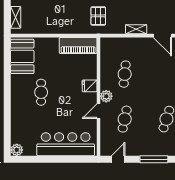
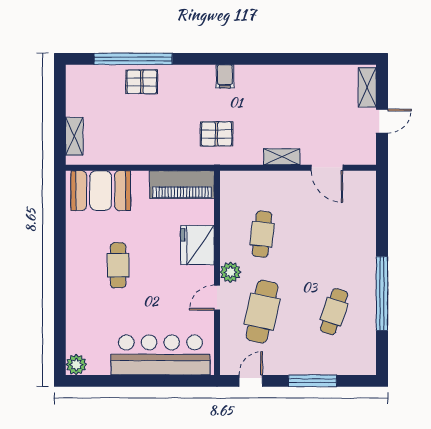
pallet: (98, 16) -> (217, 134), turned 90
booth: (22, 56) -> (101, 191), moved, turned 90
fridge: (90, 86) -> (197, 245), width x1.88, depth x1.34
cafe table: (125, 119) -> (262, 312), width x1.37, depth x1.35

